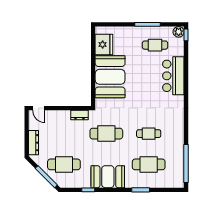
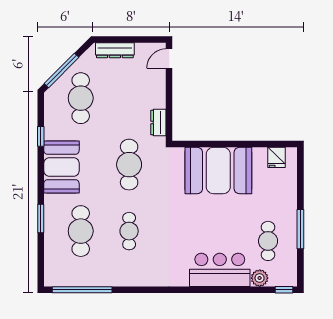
plant: (179, 32) -> (260, 278), moved
fridge: (104, 44) -> (277, 157), width x0.53, depth x0.75

